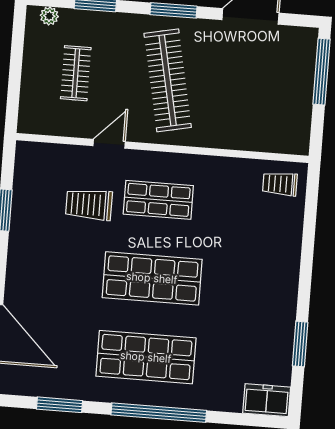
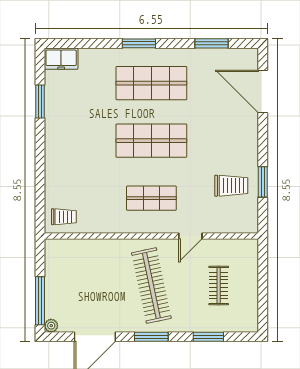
plant: (49, 16) -> (51, 326), moved
trolley: (89, 205) -> (231, 186), moved
window: (159, 413) -> (139, 43), width x0.47

